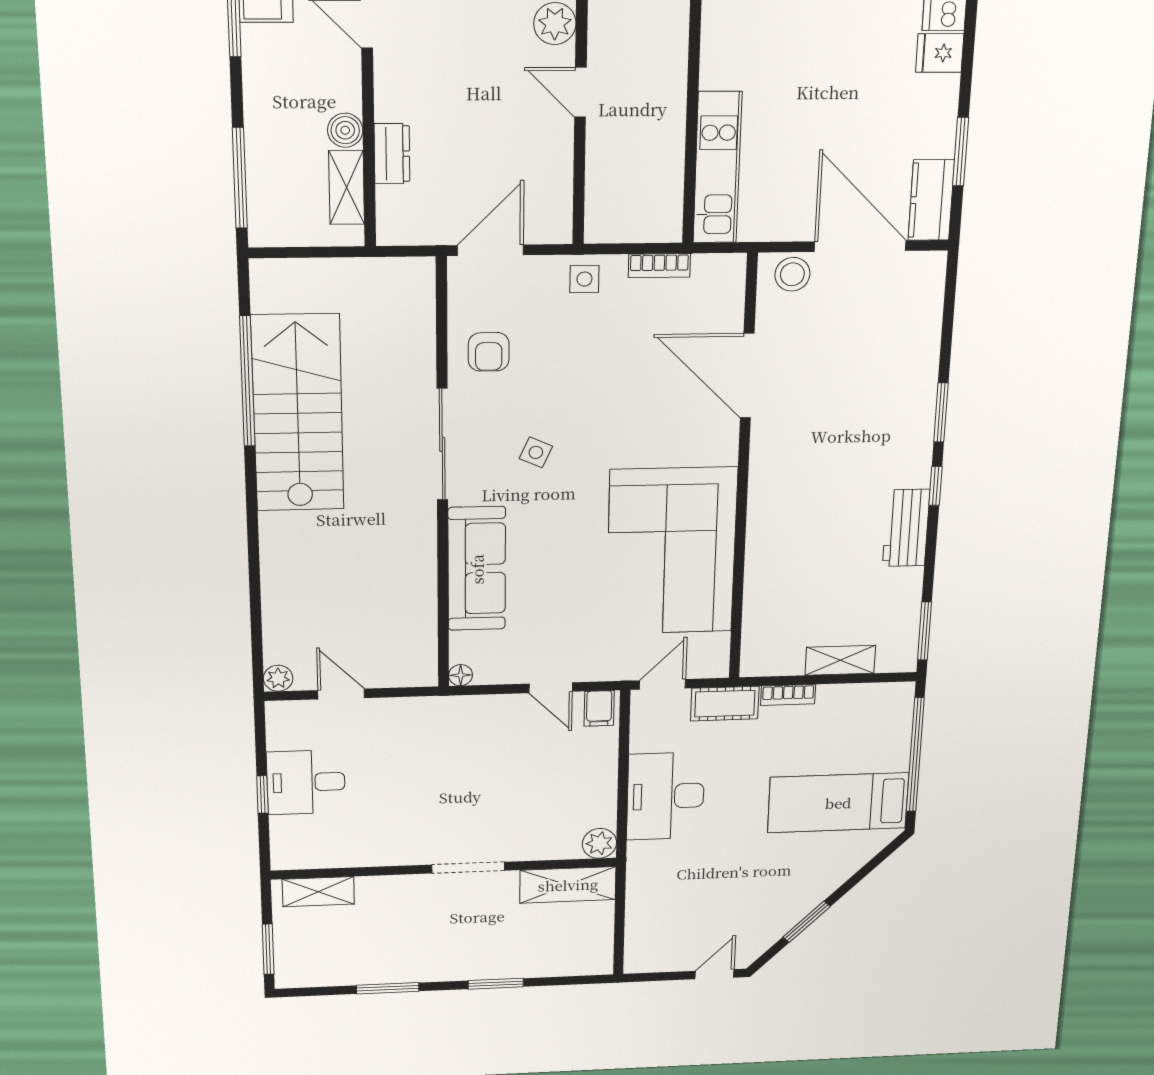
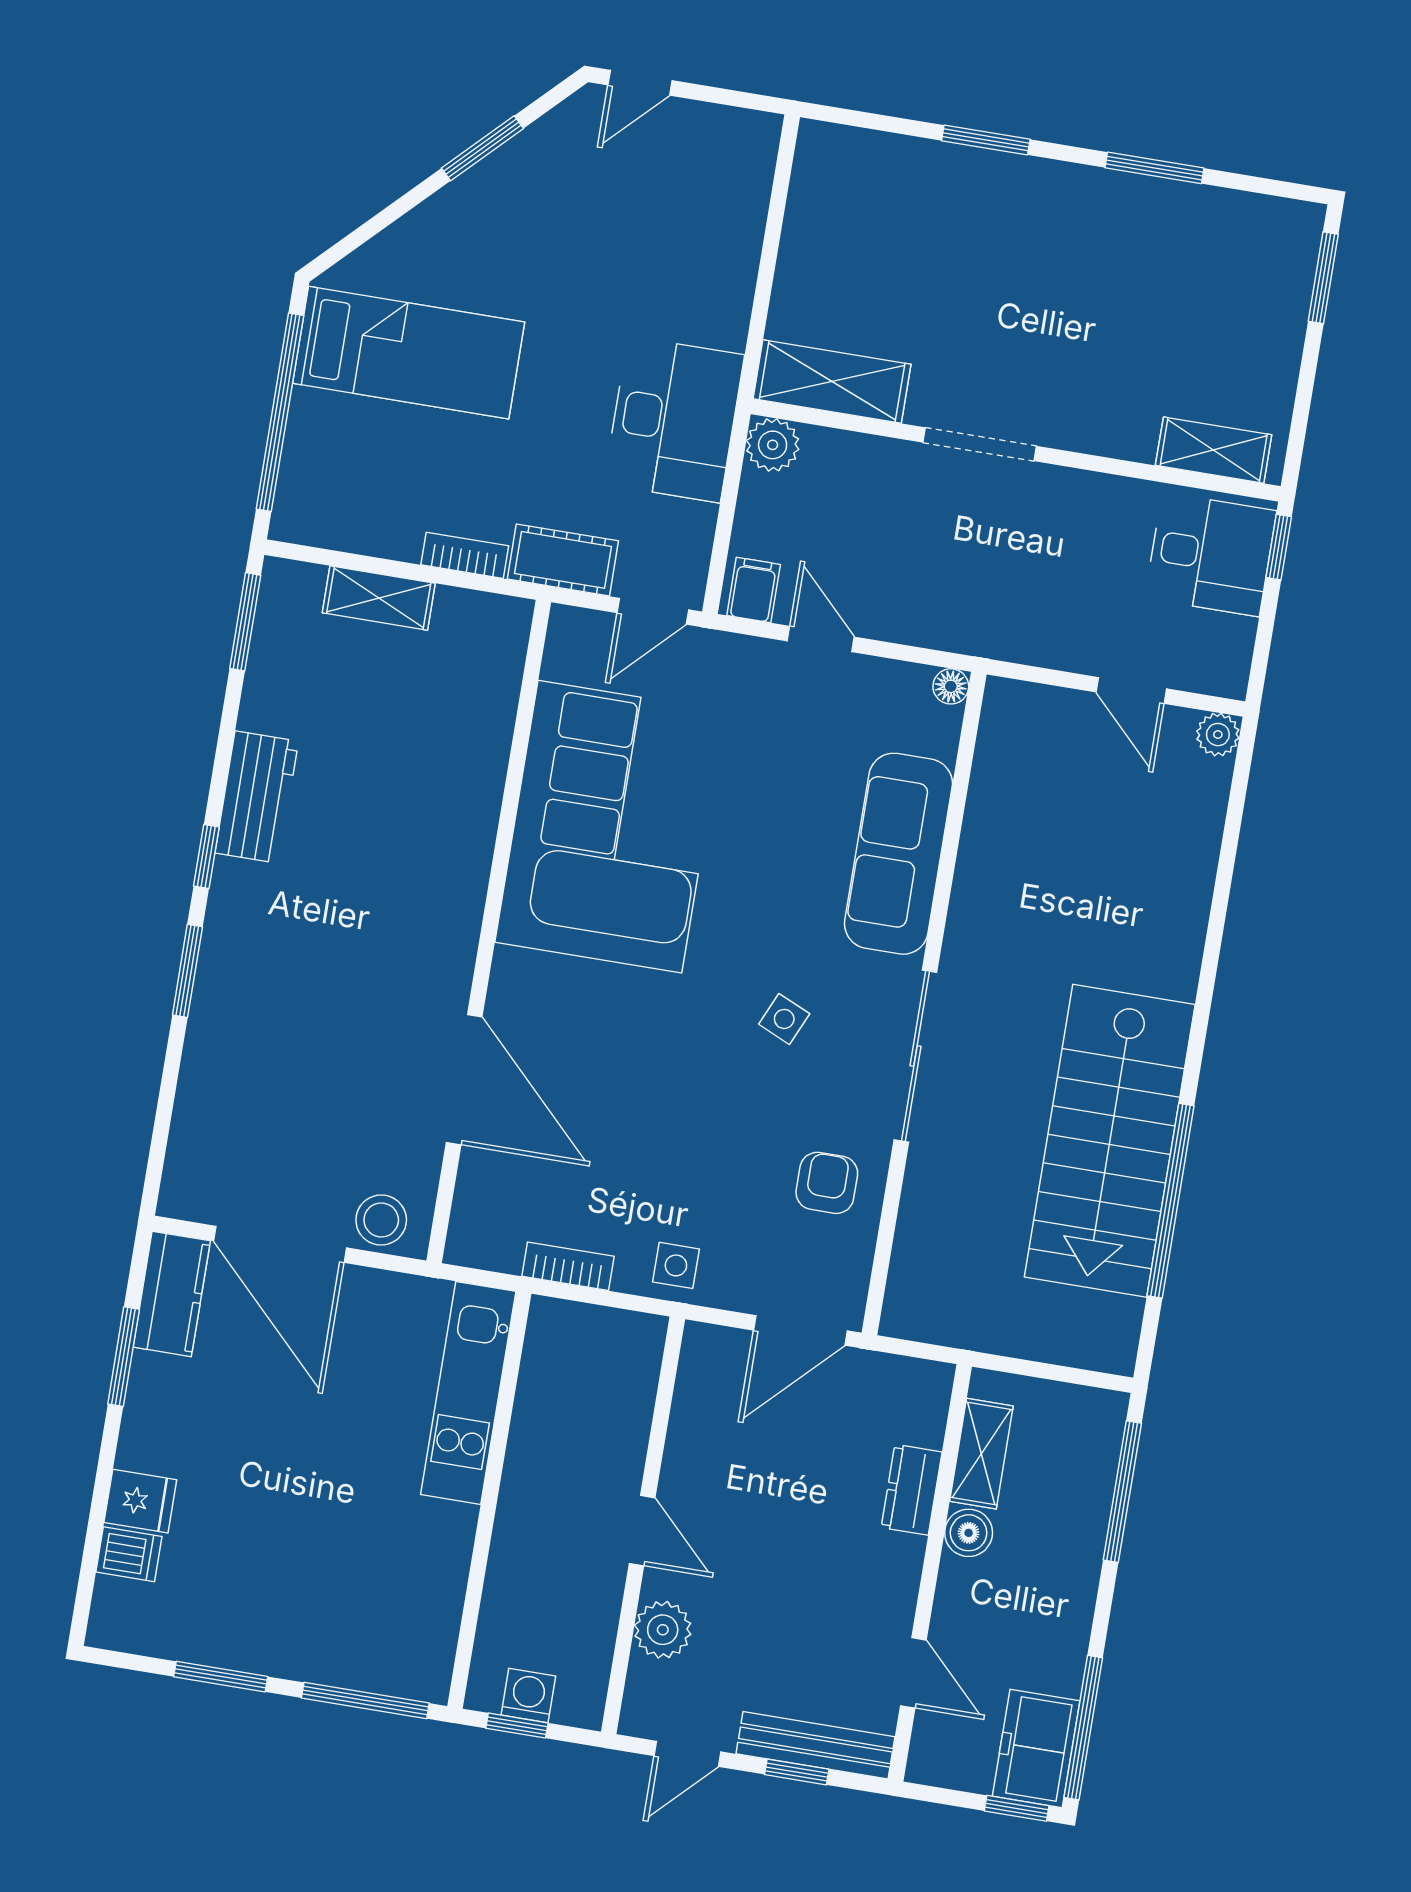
plant: (599, 843) -> (773, 445), moved
doorway: (468, 868) -> (980, 444), moved
wall: (445, 869) -> (1016, 450), moved
shelving: (568, 885) -> (832, 382), moved
shelving: (318, 892) -> (1214, 450), moved

